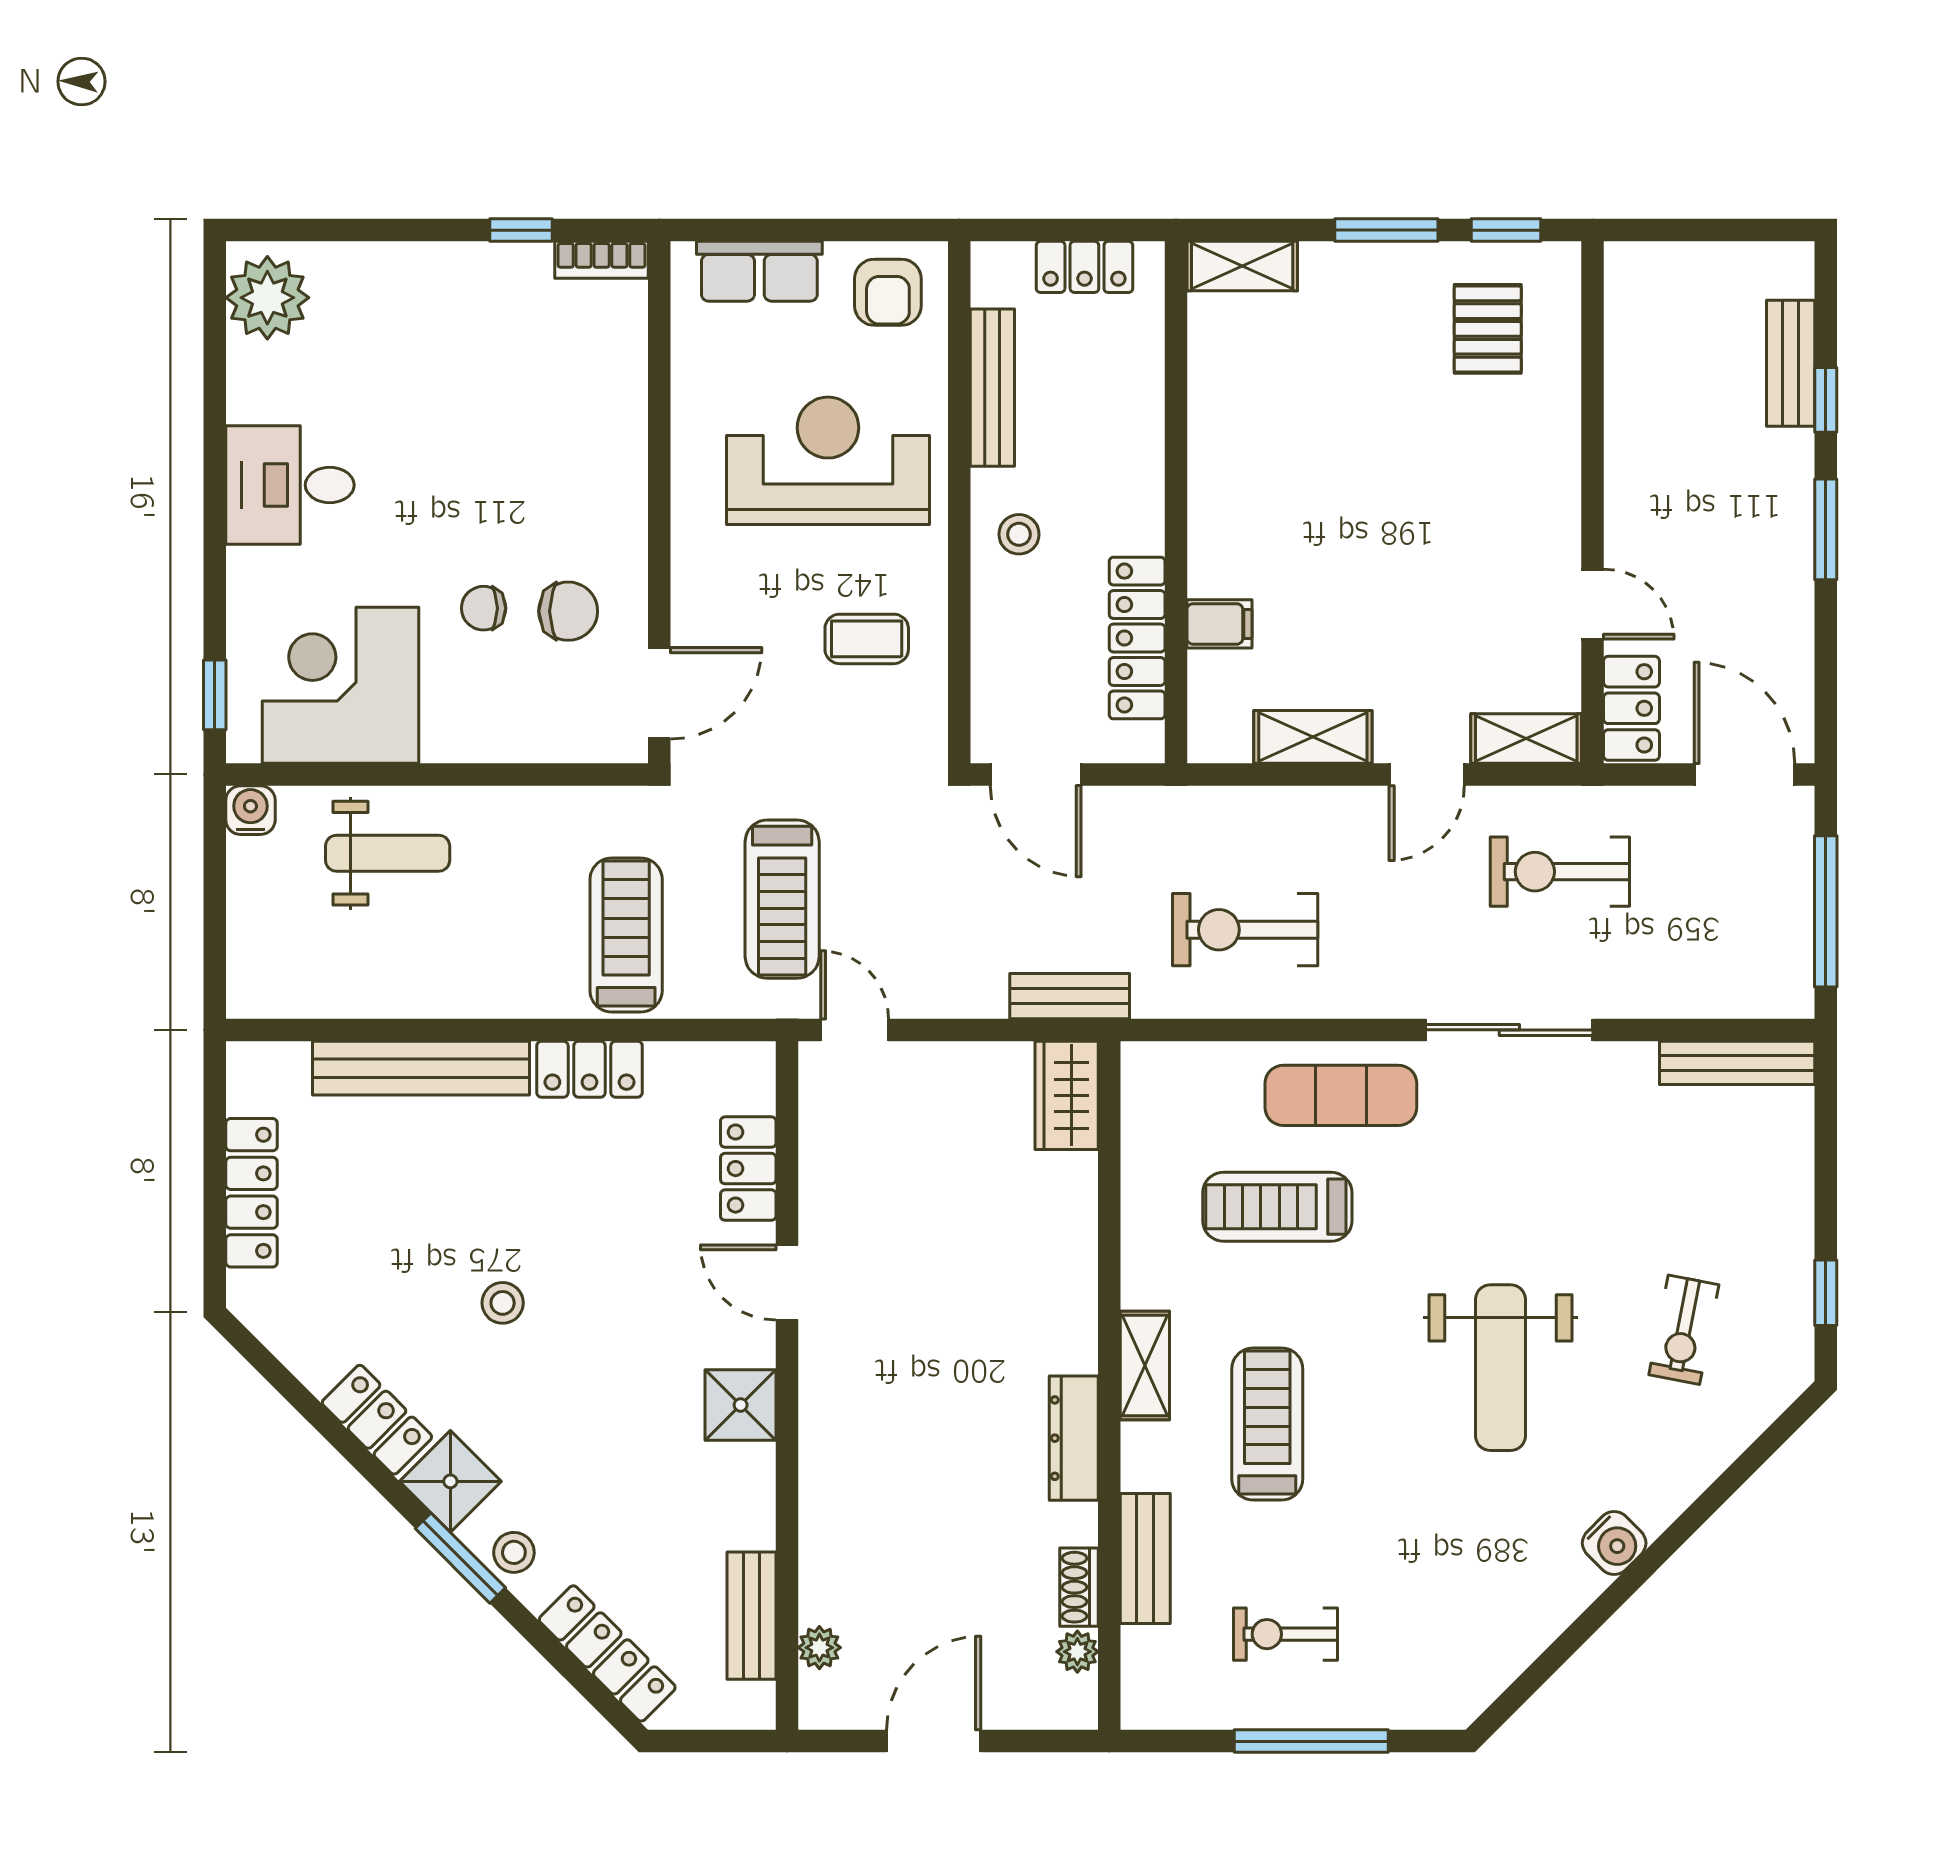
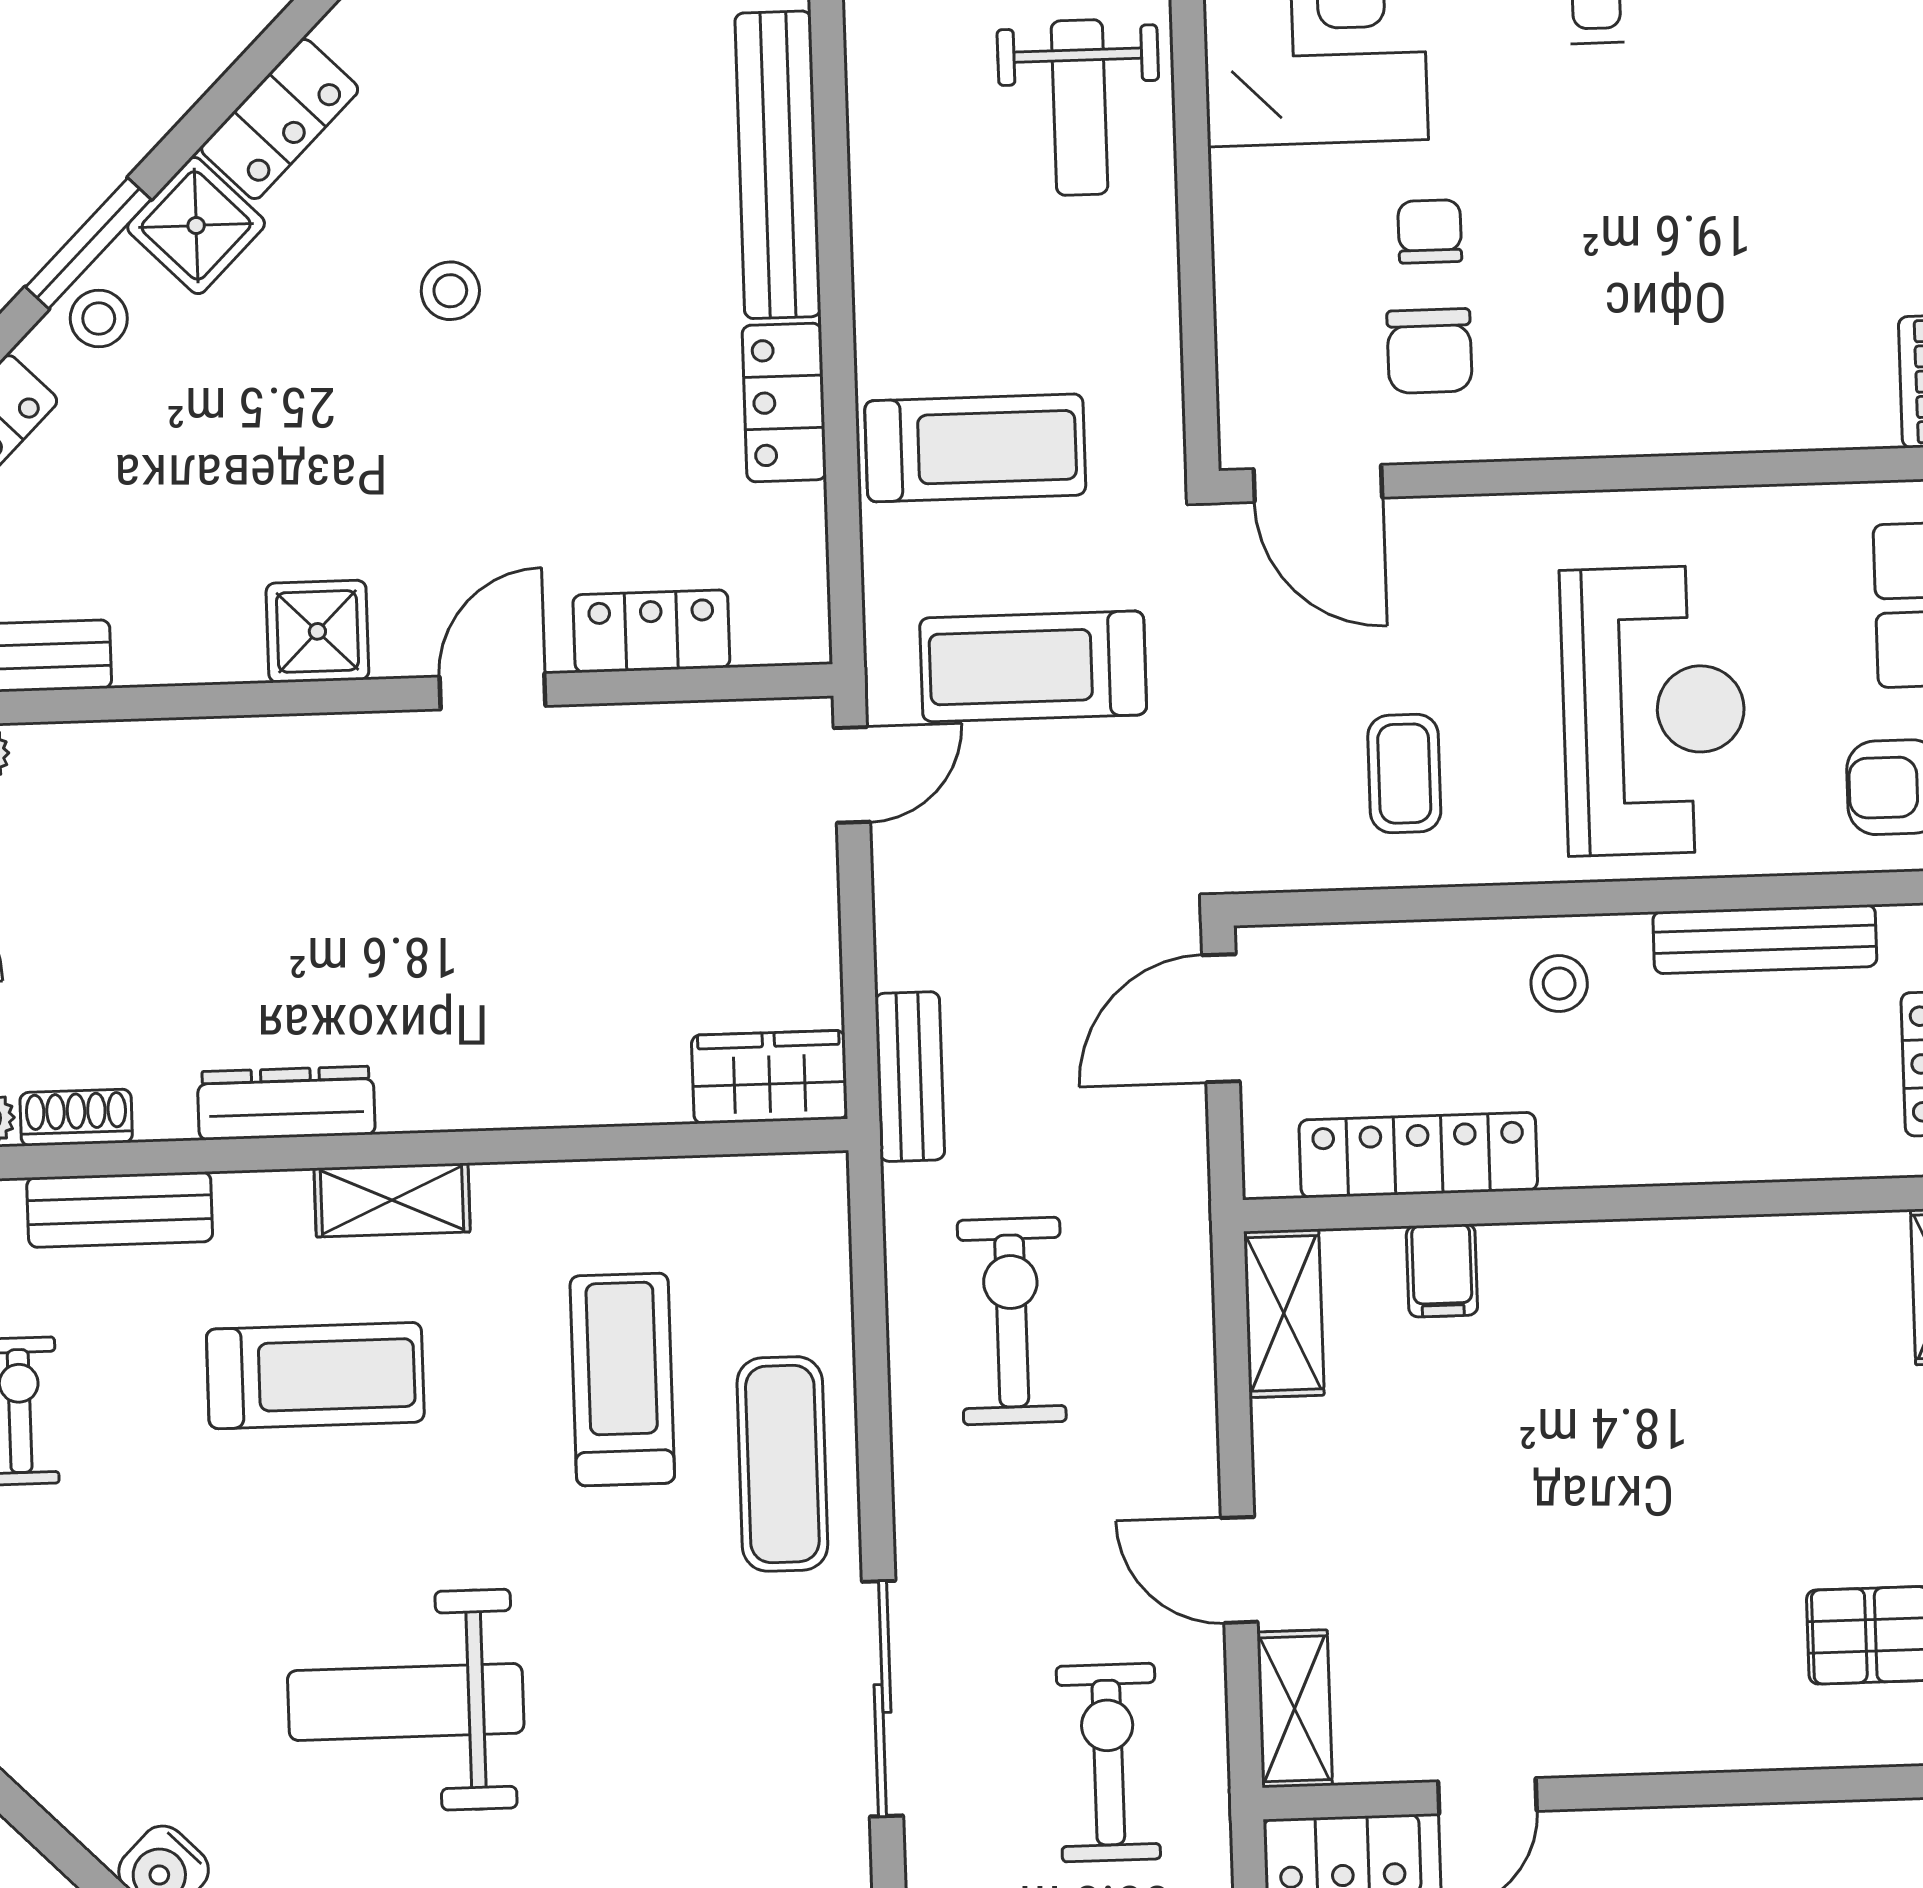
shelving: (1313, 737) -> (1284, 1313), moved

